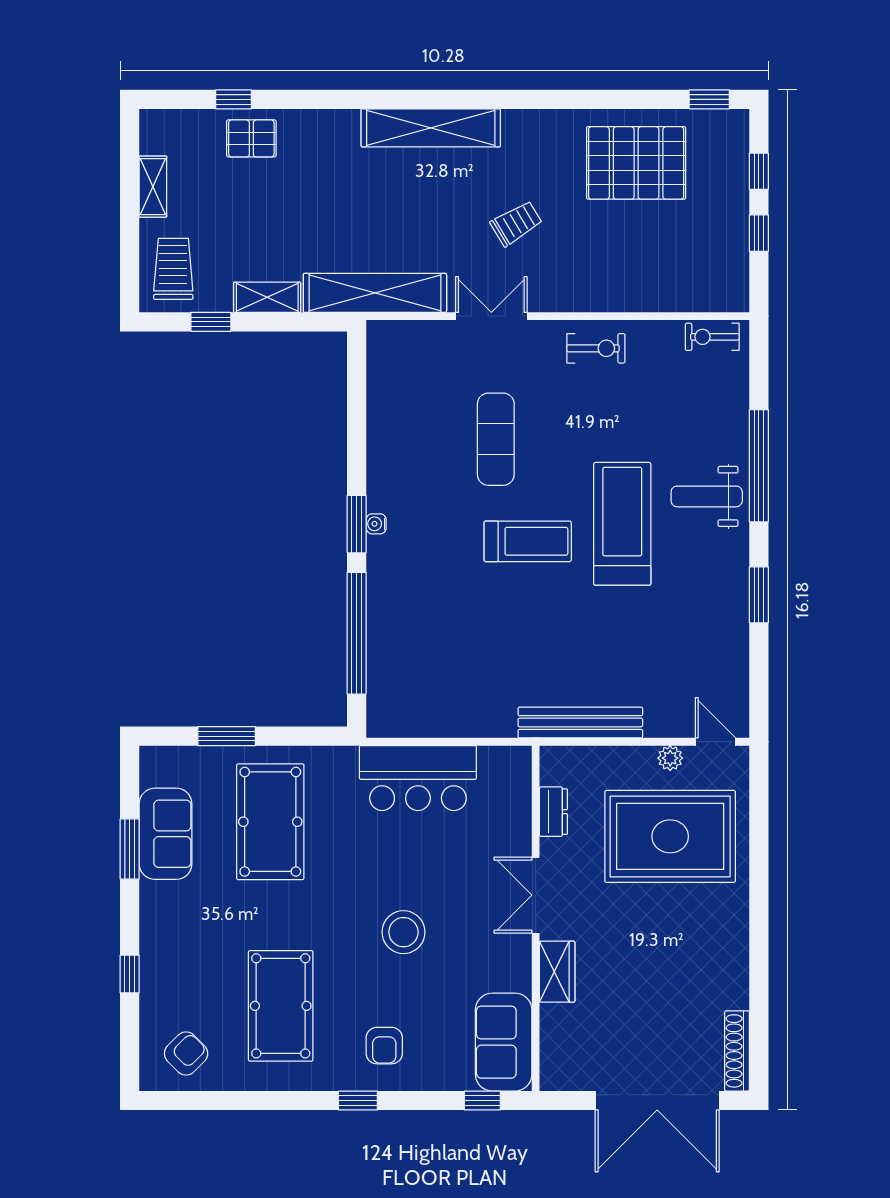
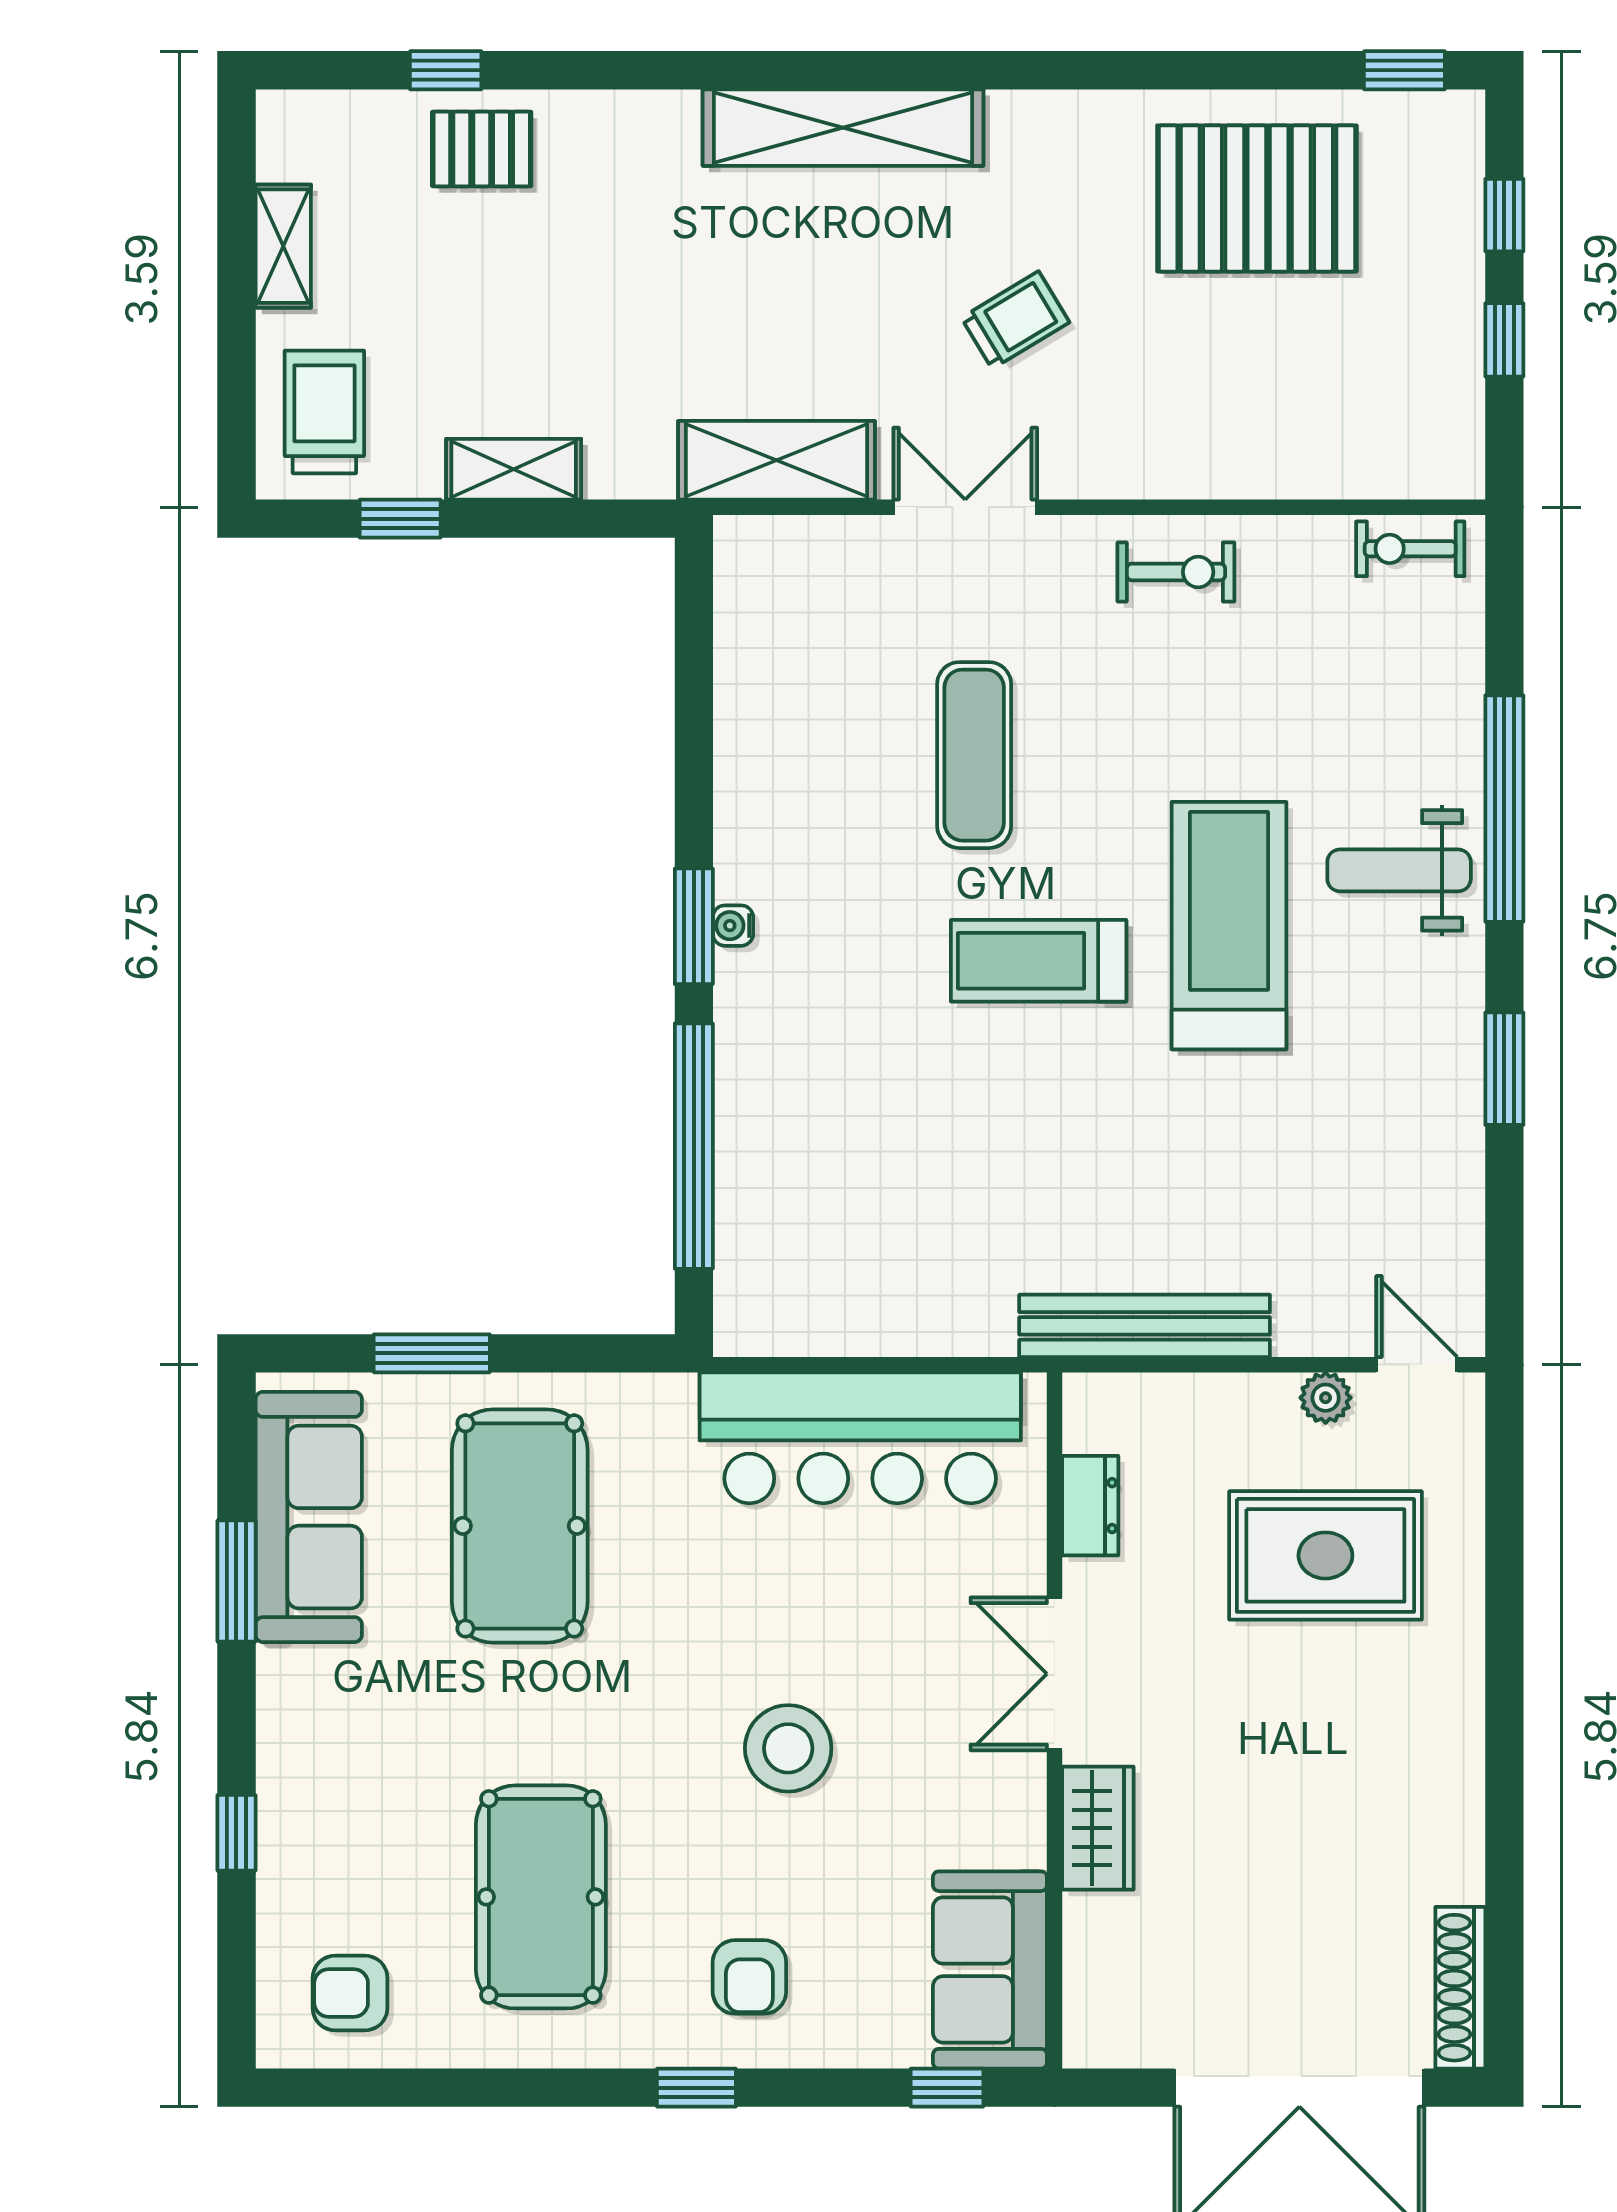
shelving: (375, 293) -> (776, 460), width x0.68
treadmill: (528, 541) -> (1039, 961), turned 180
bar counter: (418, 778) -> (860, 1438), width x1.36
sofa: (166, 834) -> (309, 1517), width x1.36
rug: (670, 836) -> (1325, 1555), width x0.73, depth x0.69
armchair: (186, 1054) -> (350, 1993), turned -135

